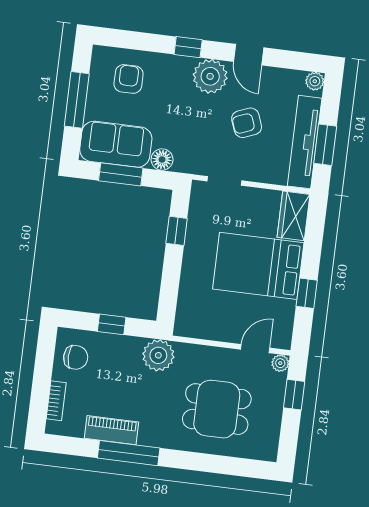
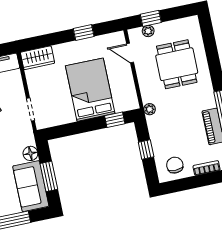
window: (177, 231) -> (115, 120), moved
bed: (258, 266) -> (90, 90), moved, turned 180
plant: (158, 355) -> (150, 109), width x0.53, depth x0.53
plant: (280, 363) -> (148, 31), moved

